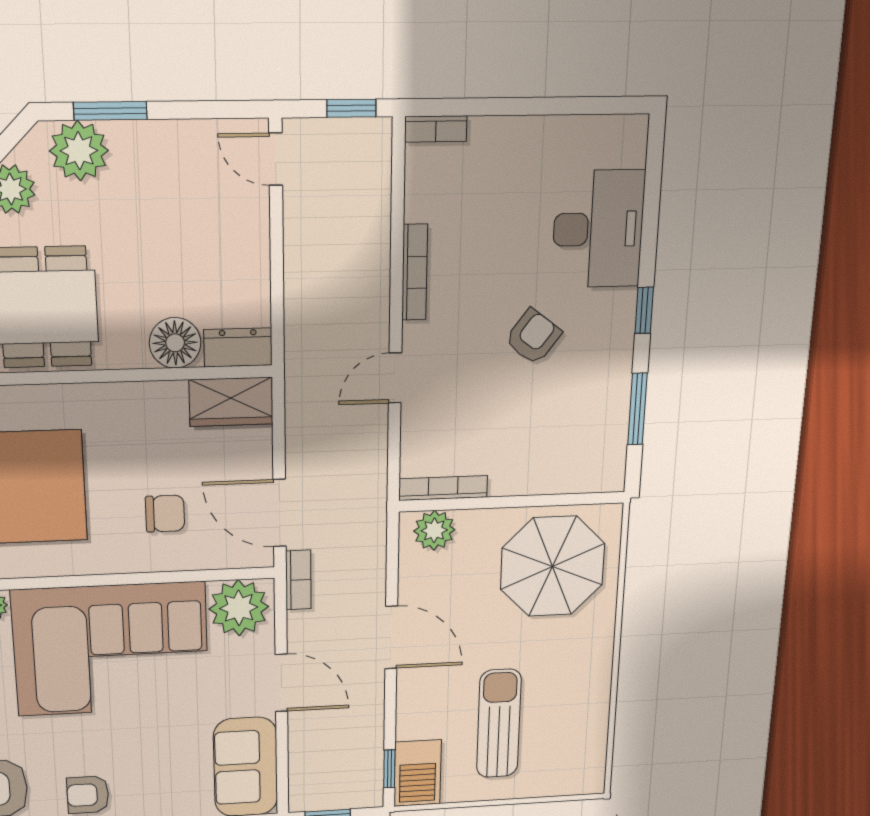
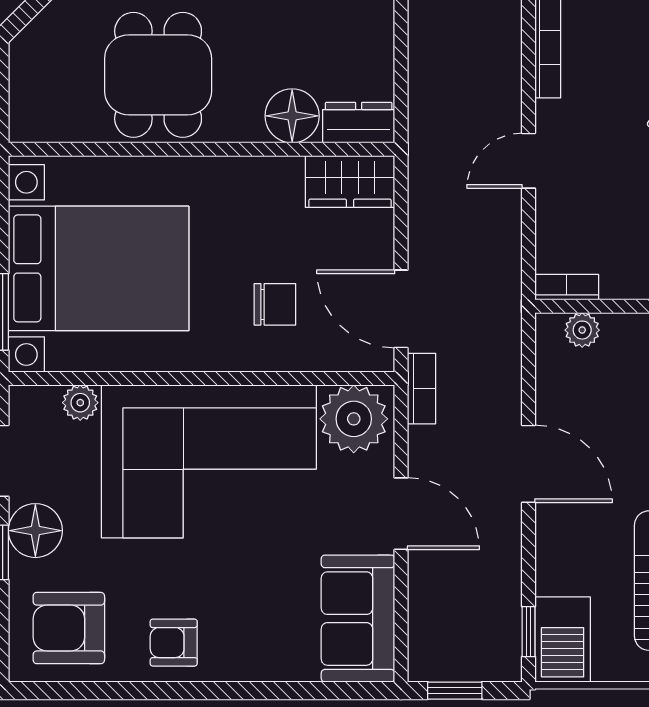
bookcase: (443, 488) -> (567, 287), width x0.64
plant: (434, 530) -> (582, 330), width x0.73, depth x0.73

